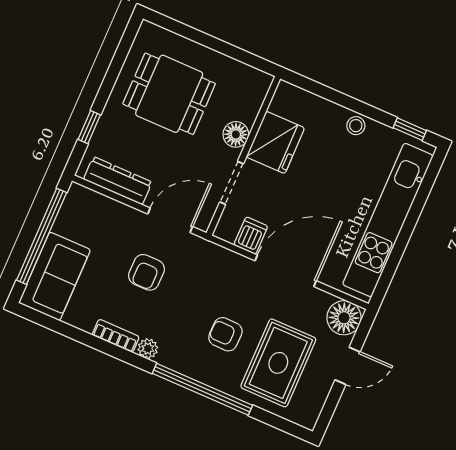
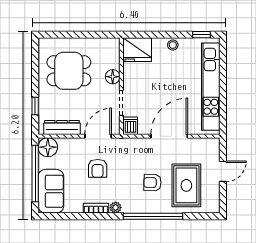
fridge: (275, 142) -> (137, 50), moved, turned 90
dishwasher: (251, 236) -> (130, 126), moved
floor lamp: (344, 318) -> (48, 147), moved

